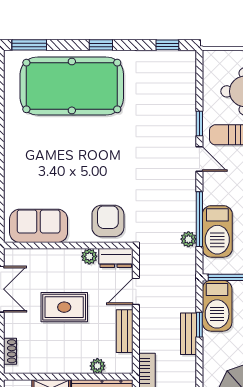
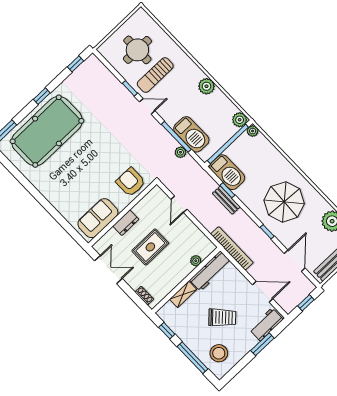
plant: (89, 256) -> (138, 209), removed
dresser: (116, 258) -> (126, 223), moved
bench: (125, 331) -> (193, 230), removed

